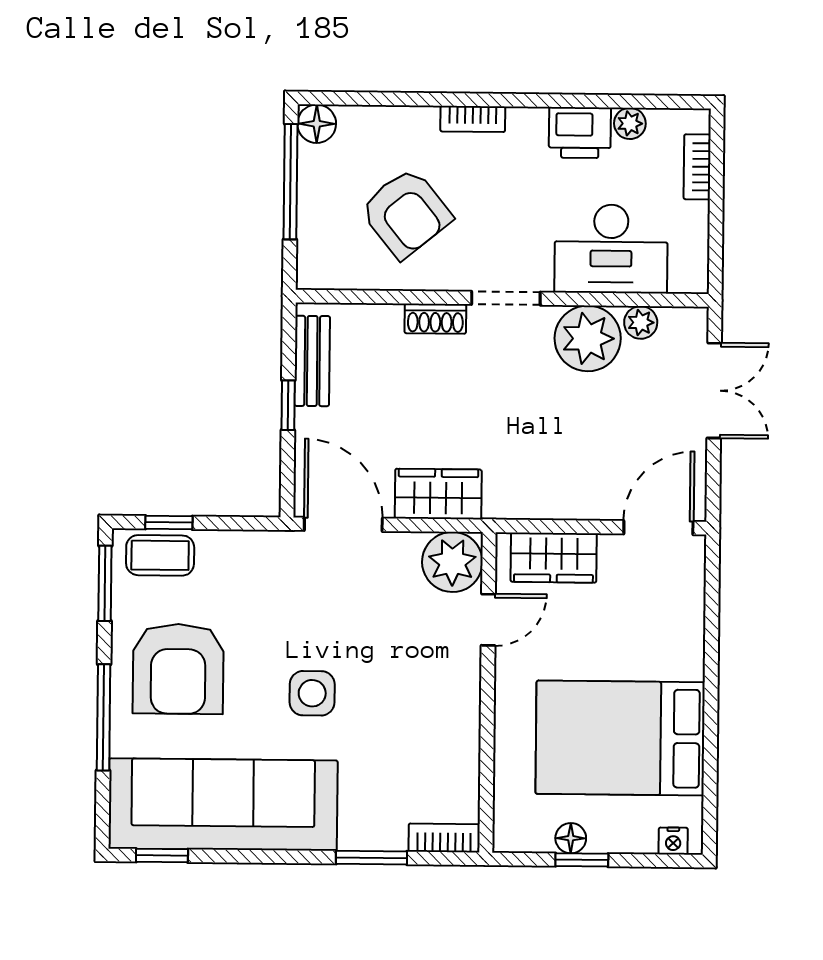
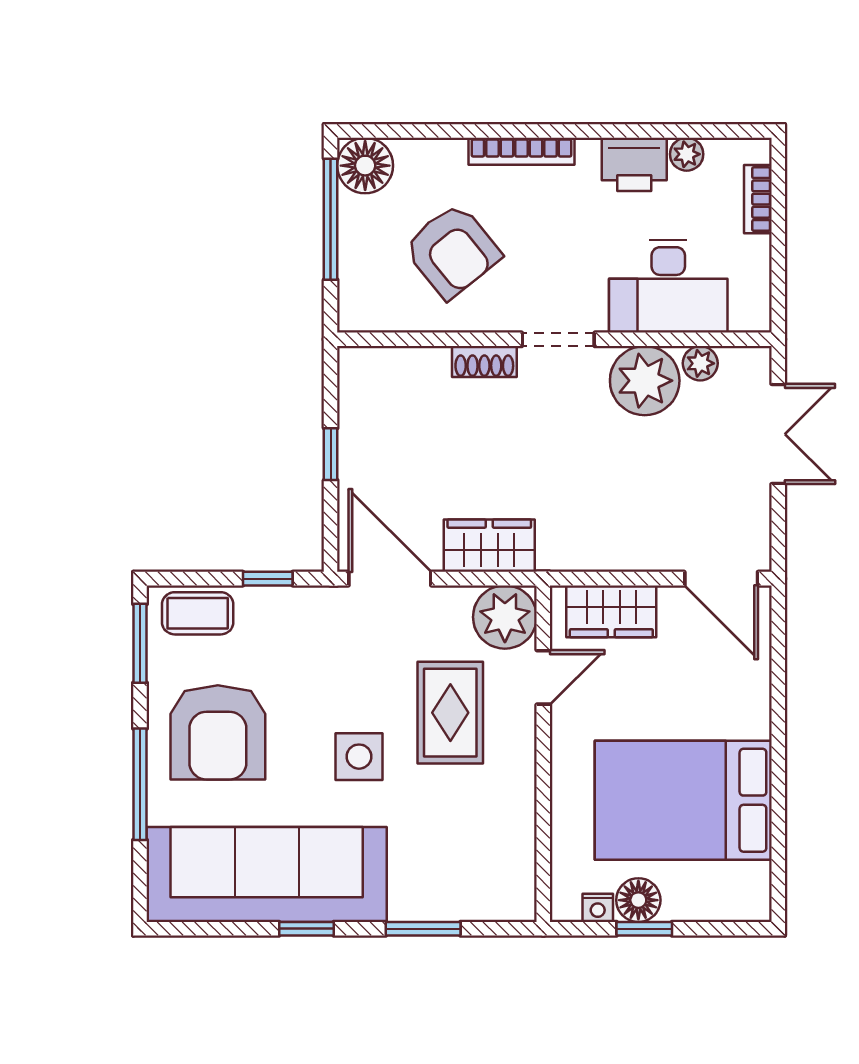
bookcase: (473, 119) -> (521, 151), width x1.56
floor lamp: (317, 124) -> (365, 166), width x1.38, depth x1.38
bench: (312, 361) -> (355, 407), removed
window: (169, 522) -> (268, 579), moved
door: (658, 528) -> (721, 579), swing flipped
rug: (399, 652) -> (450, 713), added
bookcase: (444, 838) -> (499, 907), removed
floor lamp: (571, 838) -> (638, 900), width x1.37, depth x1.37
nightstand: (673, 841) -> (598, 908), moved
window: (162, 855) -> (306, 929), moved

